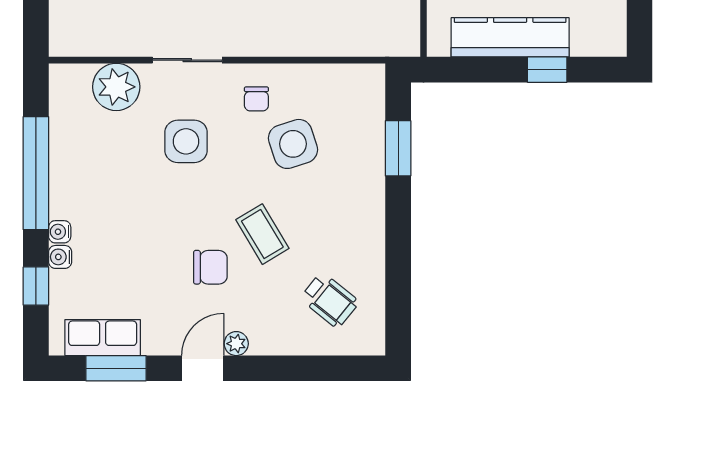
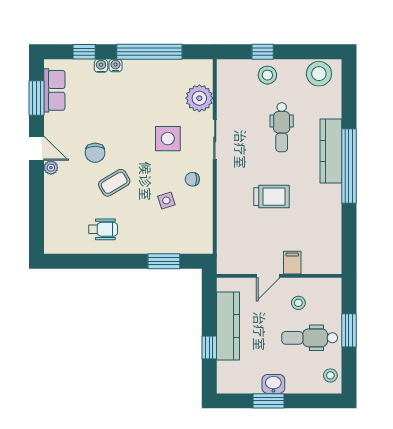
side table: (293, 144) -> (166, 200), width x0.54, depth x0.54
wheelchair: (330, 300) -> (103, 229), moved, turned -129

